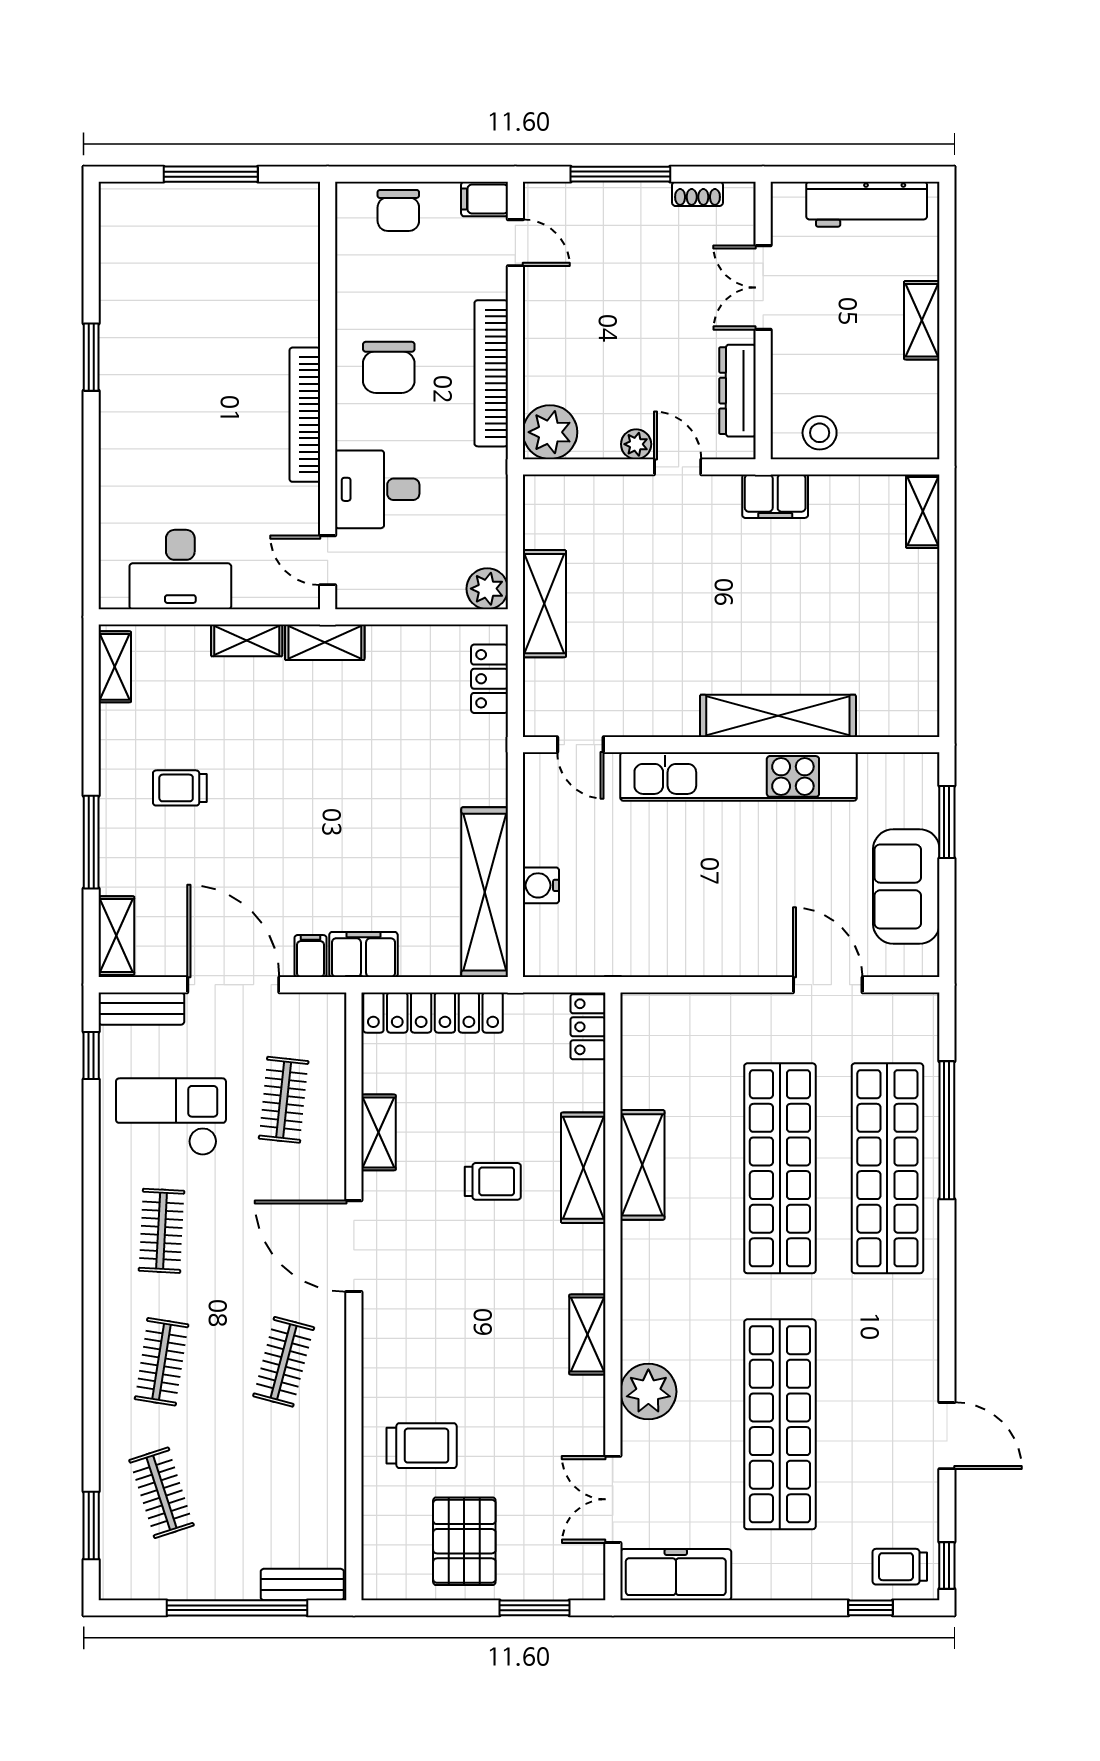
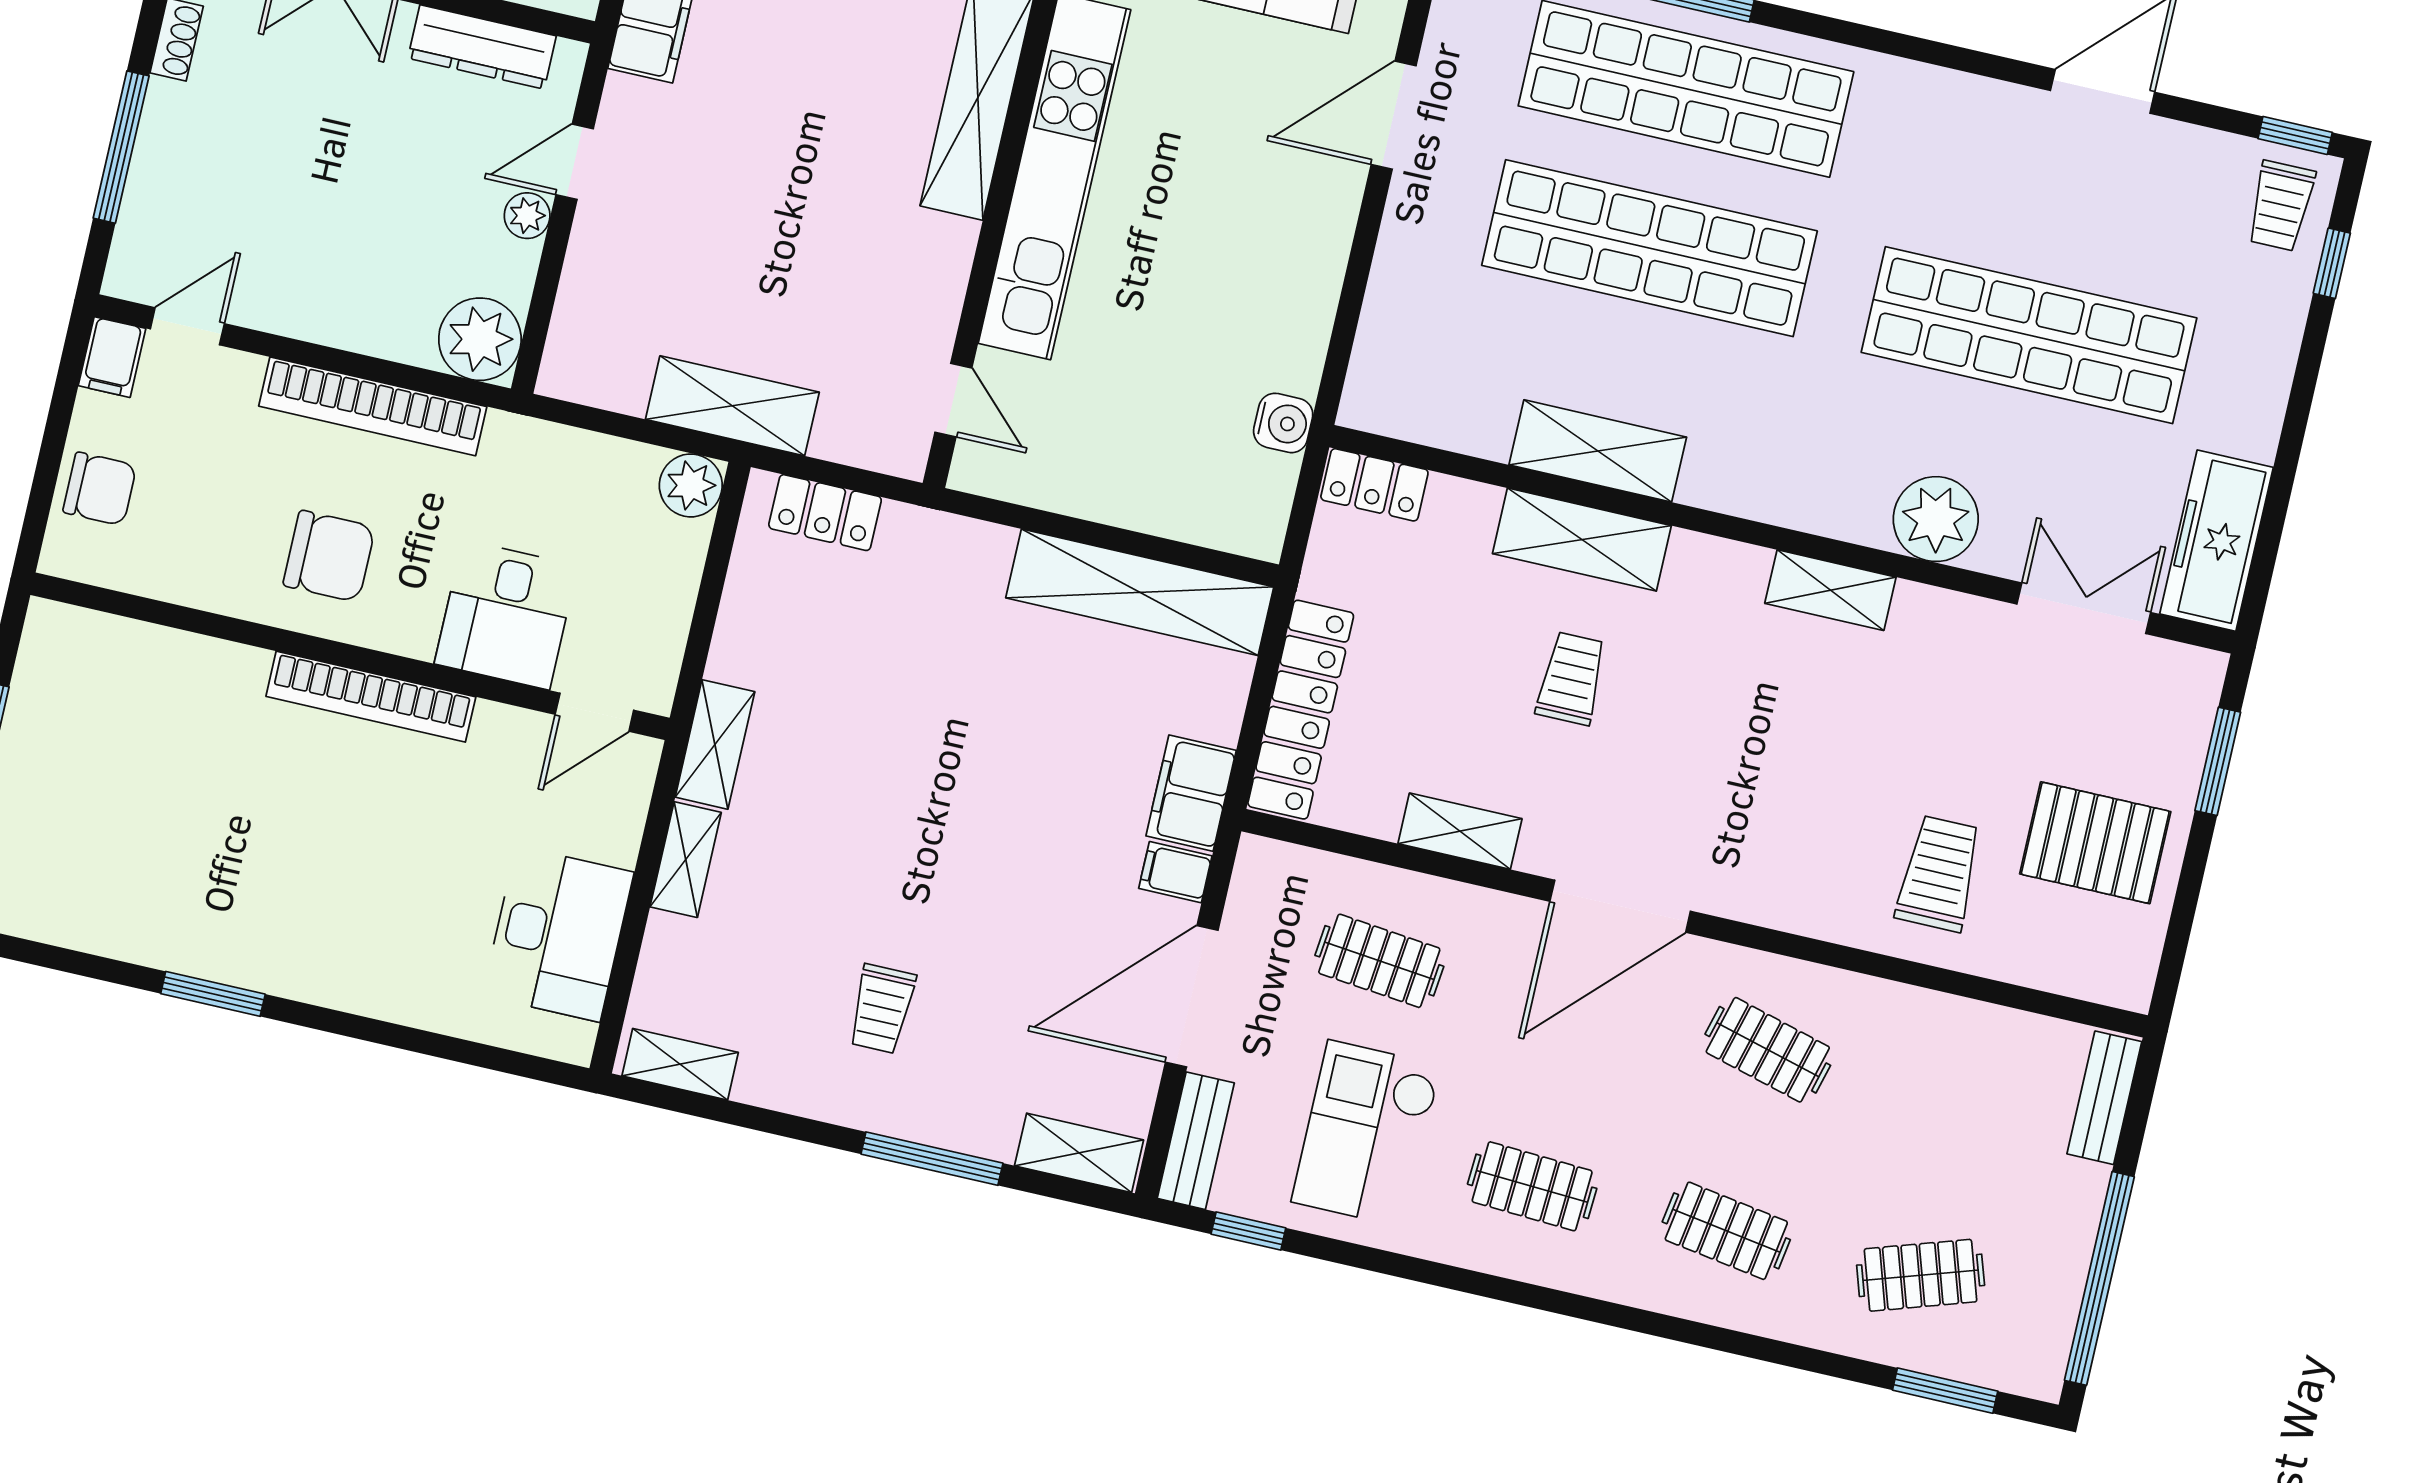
door: (580, 745) -> (953, 400), hinge flipped
water cooler: (541, 885) -> (1283, 423), moved, turned -90
double door: (613, 1499) -> (2084, 608), swing flipped
window: (237, 1608) -> (2099, 1278), moved

